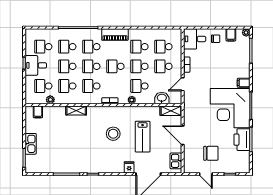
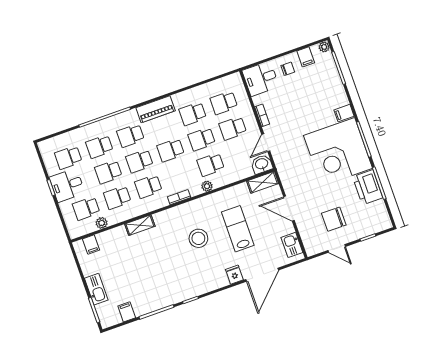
washbasin: (162, 98) -> (262, 164), moved
lab bench: (143, 137) -> (238, 229), turned 180
chair: (211, 153) -> (334, 219), turned 180
filing cabinet: (46, 167) -> (127, 312), added

